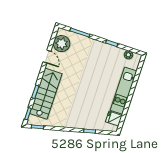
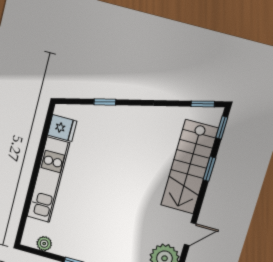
door: (47, 57) -> (190, 234), swing flipped

